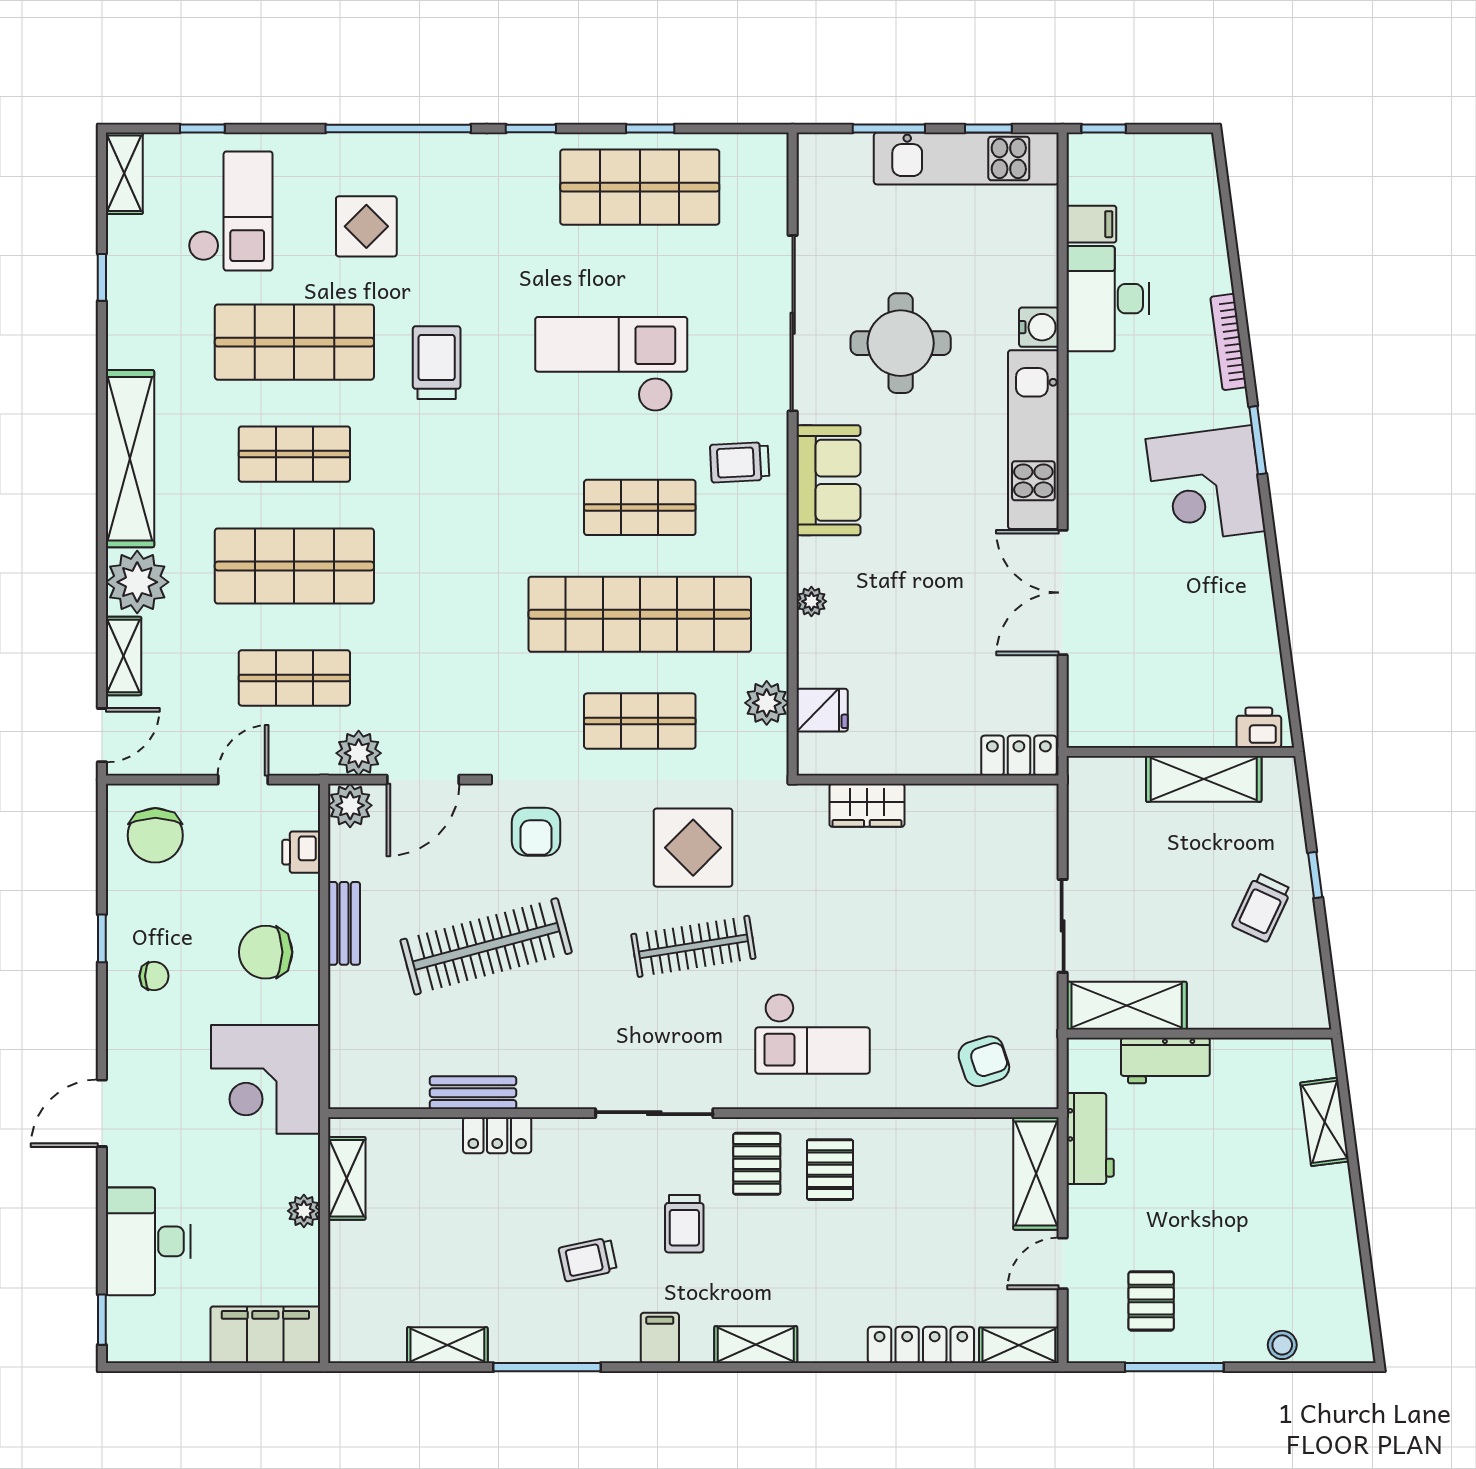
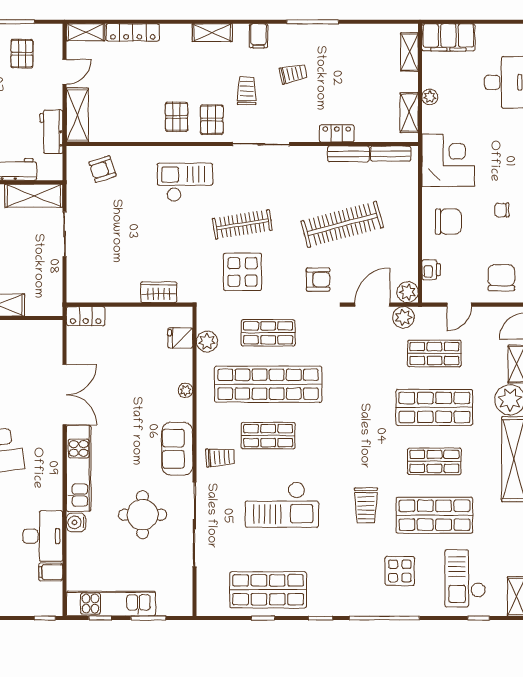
armchair: (536, 832) -> (318, 279), turned 90
bench: (344, 923) -> (391, 154), moved, turned 90
shelving: (447, 1345) -> (409, 52), moved, turned 90

